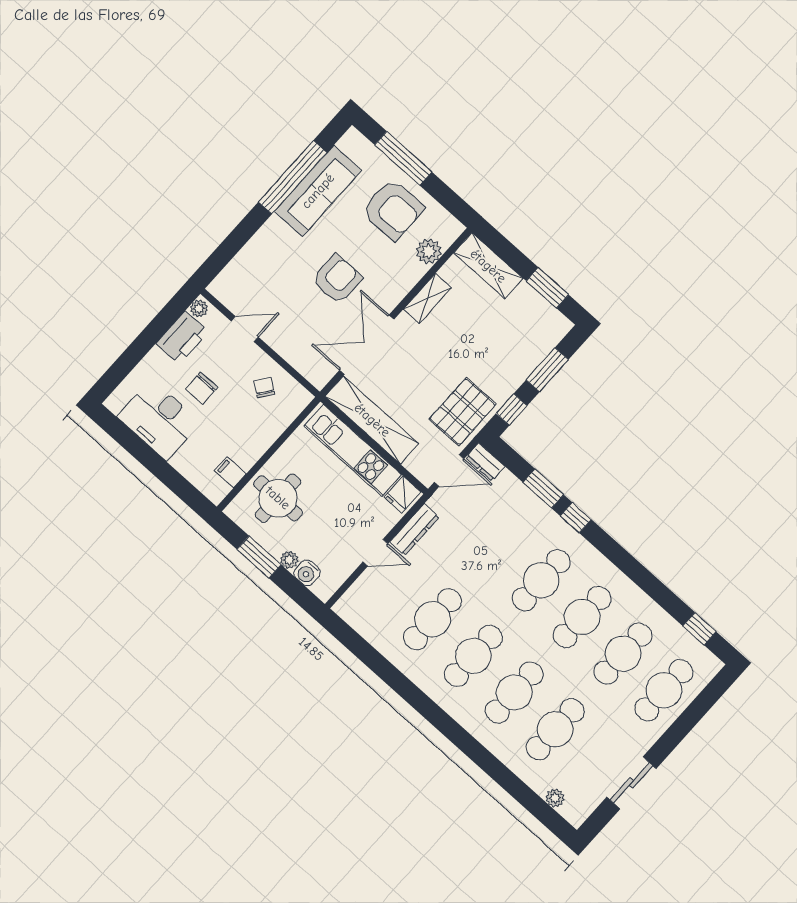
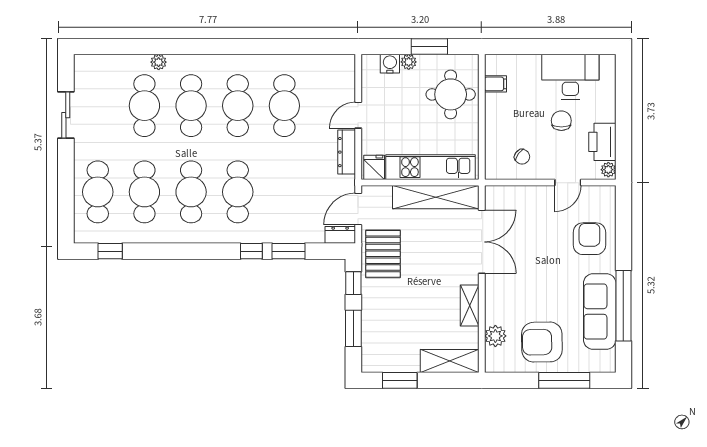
armchair: (337, 279) -> (589, 239), moved, turned 180
plant: (555, 798) -> (159, 62), moved

